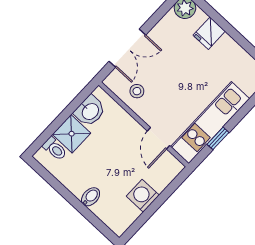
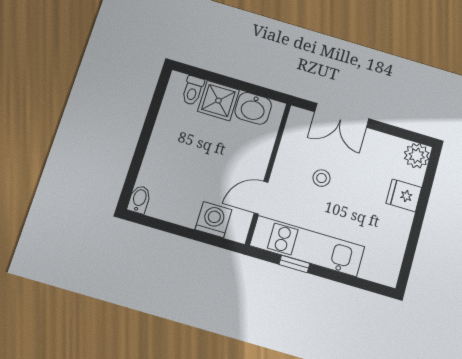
stool: (137, 91) -> (321, 178), moved
washing machine: (143, 196) -> (213, 220), moved
bidet: (91, 197) -> (139, 199), moved, turned -90

